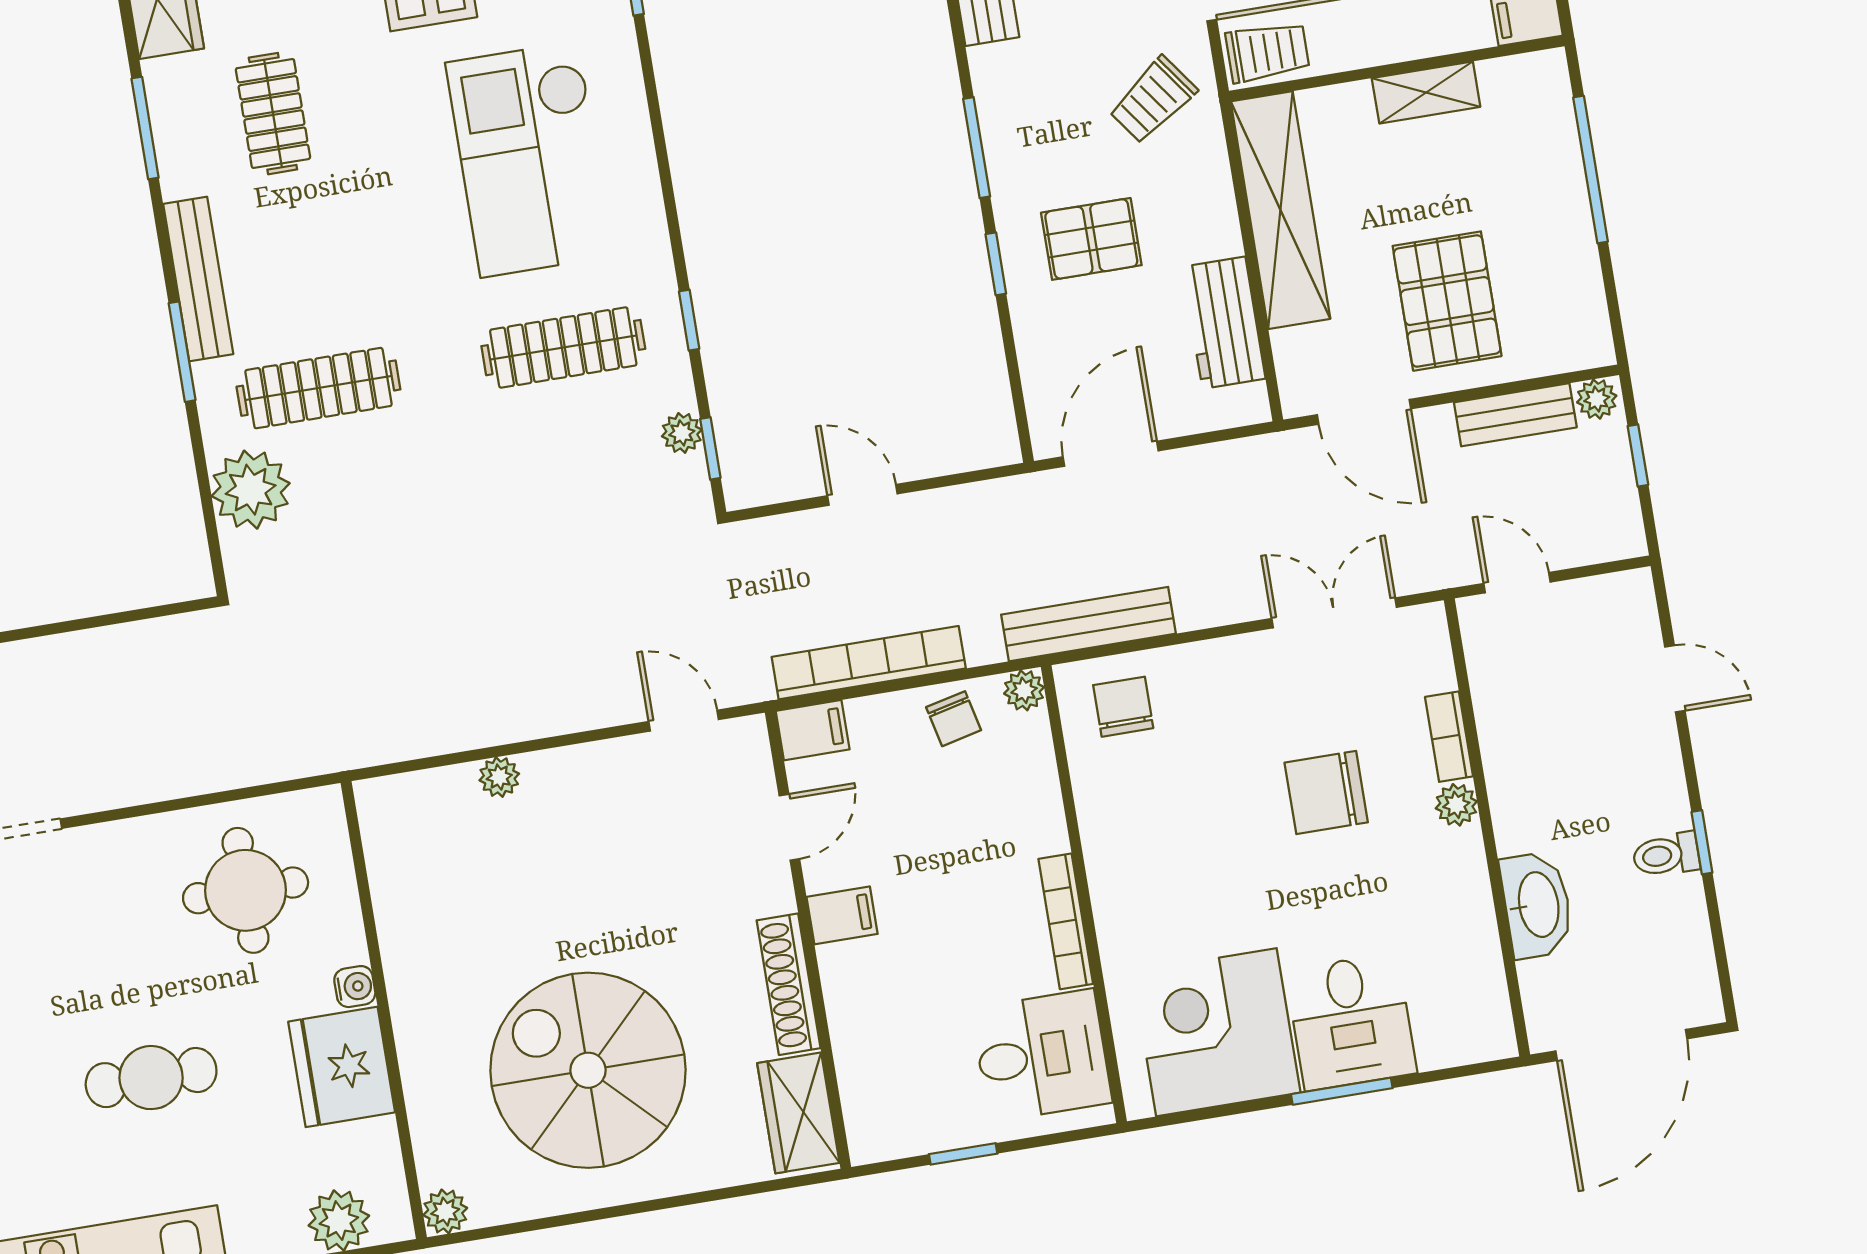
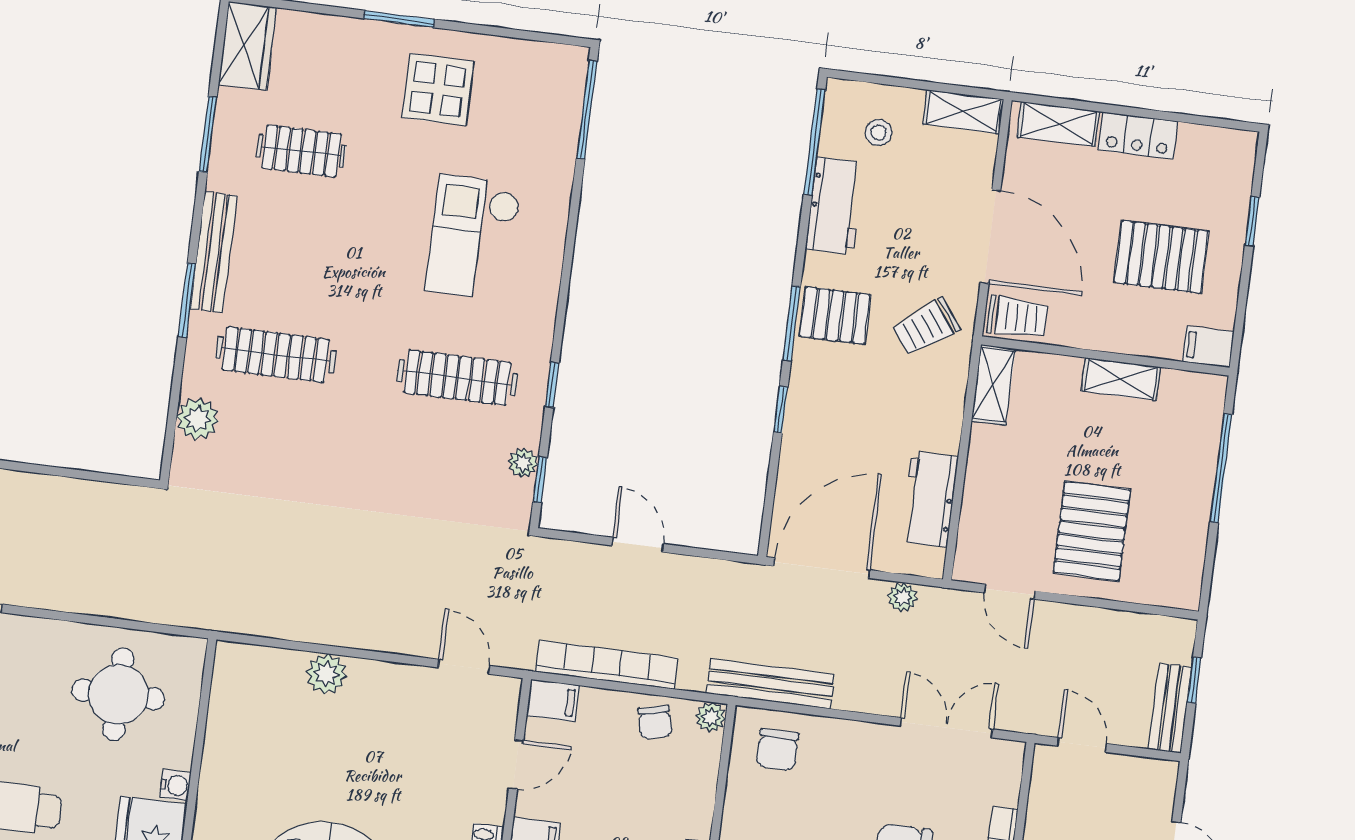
clothes rail: (273, 114) -> (301, 151), turned 90
checkout: (530, 159) -> (473, 237), width x0.73, depth x0.83
shelving: (1280, 210) -> (993, 385), width x0.45, depth x0.75
pallet: (1091, 239) -> (835, 316), moved
plant: (1597, 399) -> (902, 597), moved
door: (1364, 412) -> (1010, 592), width x0.73
bench: (1515, 415) -> (1170, 708), moved, turned 90
door: (1111, 454) -> (822, 568), width x1.36
plant: (251, 490) -> (198, 419), width x0.73, depth x0.73
chair: (1123, 707) -> (777, 749), turned 180
plant: (499, 777) -> (326, 674), width x1.38, depth x1.38

